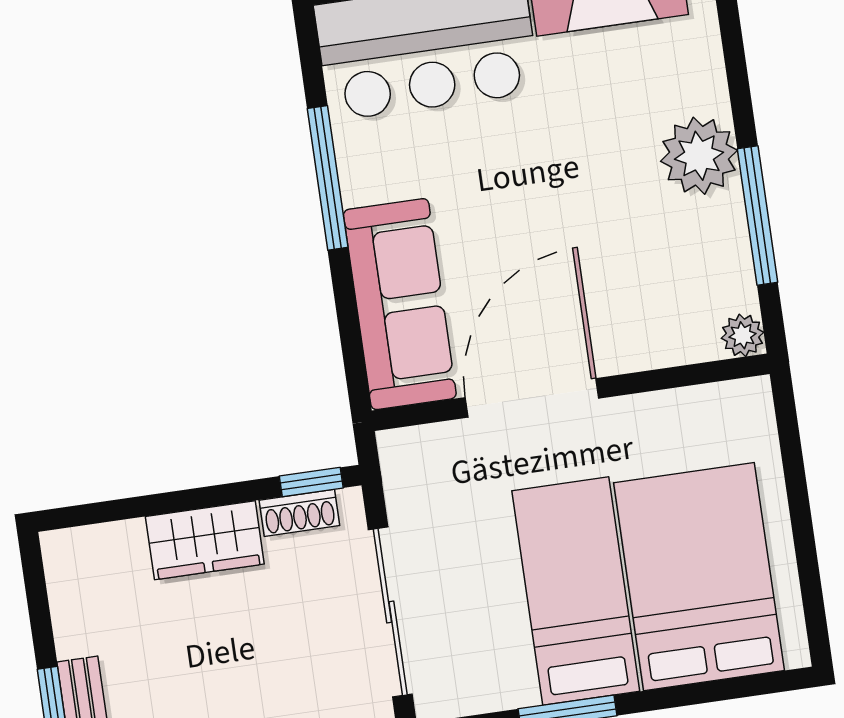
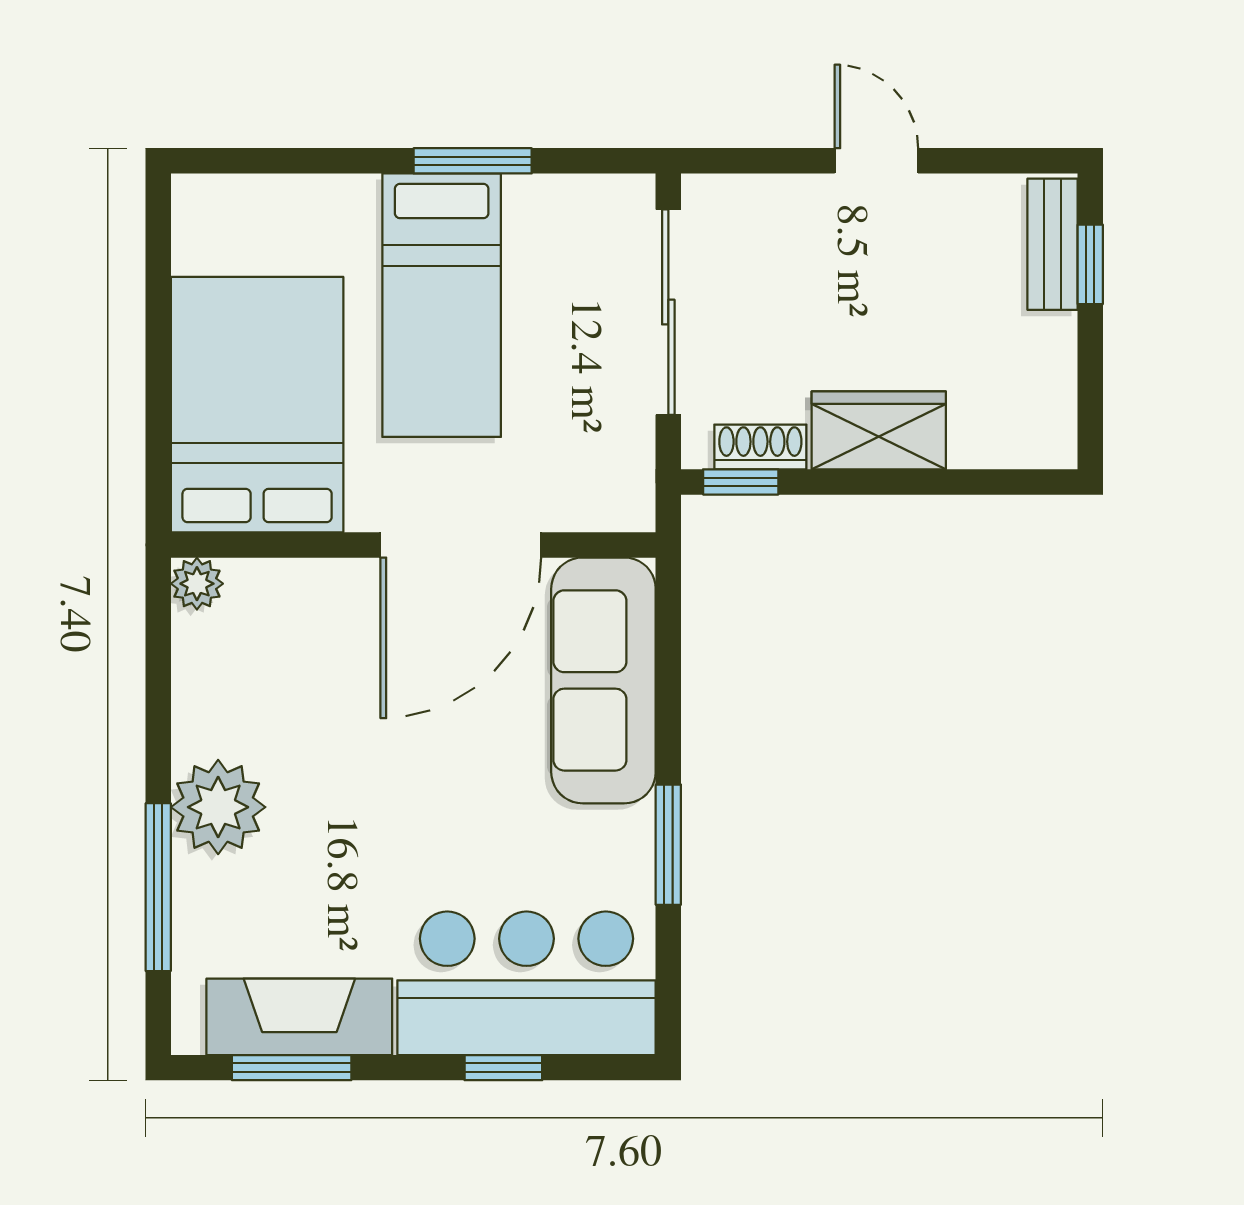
window: (328, 178) -> (668, 845), width x0.69
window: (757, 216) -> (158, 887), moved
bed: (699, 577) -> (257, 405), moved, turned 180

